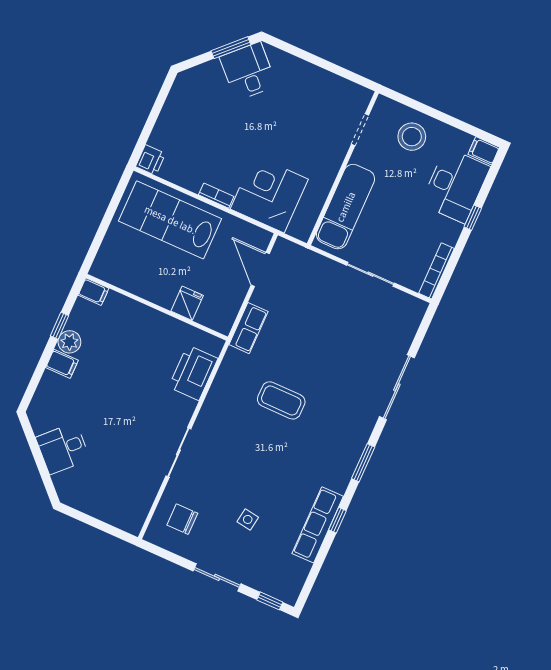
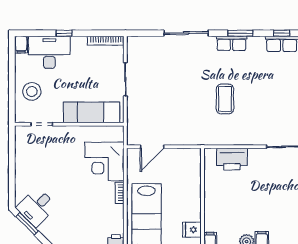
fridge: (187, 303) -> (192, 230), moved
row of seats: (248, 328) -> (232, 43), moved, turned 180

